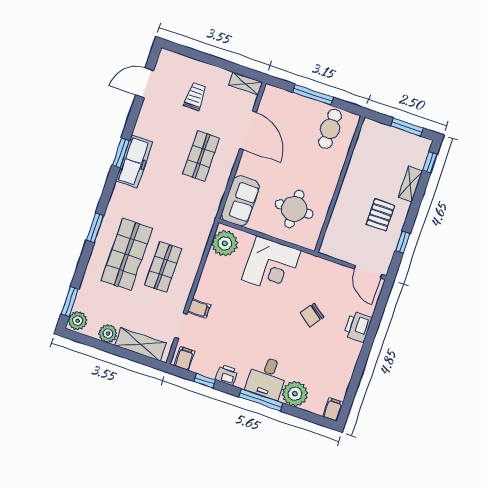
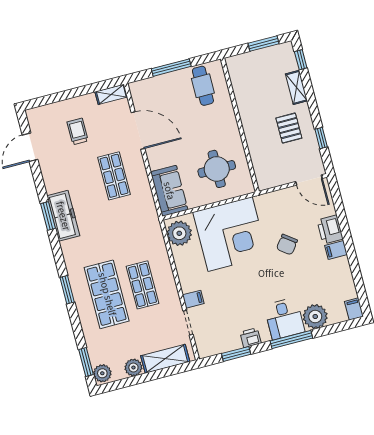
corner desk: (271, 265) -> (230, 234), width x1.36, depth x1.36
filing cabinet: (184, 359) -> (336, 250), moved, turned -90
window: (205, 381) -> (236, 354), width x1.50

